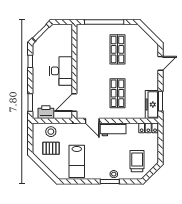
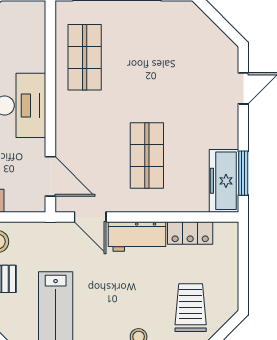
shop shelf: (117, 49) -> (85, 57), moved
door: (74, 103) -> (50, 176), swing flipped
locker: (148, 128) -> (190, 233), moved

